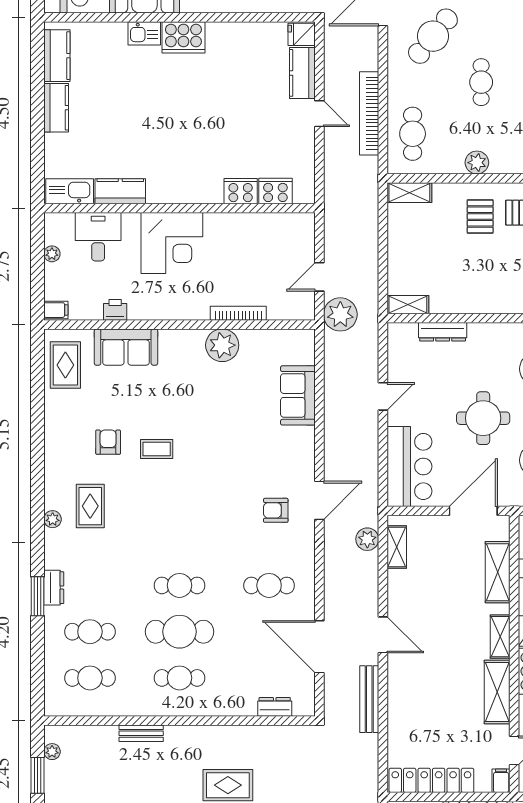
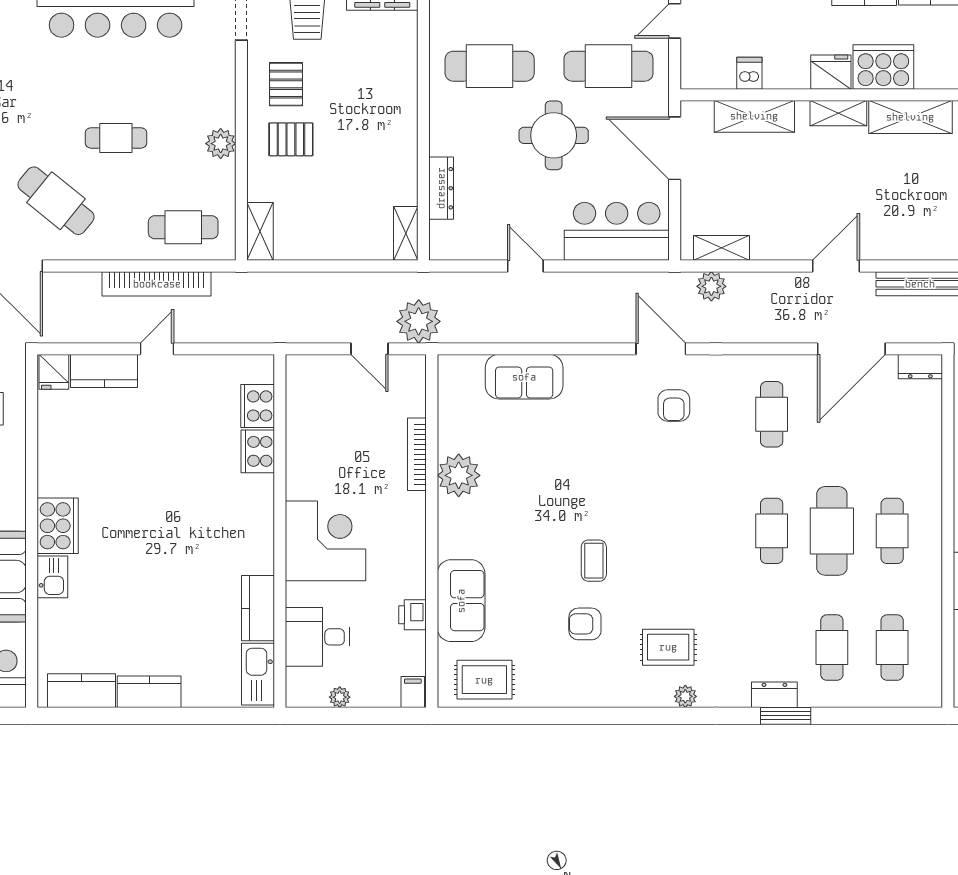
dresser: (275, 707) -> (920, 367), moved, turned -90

